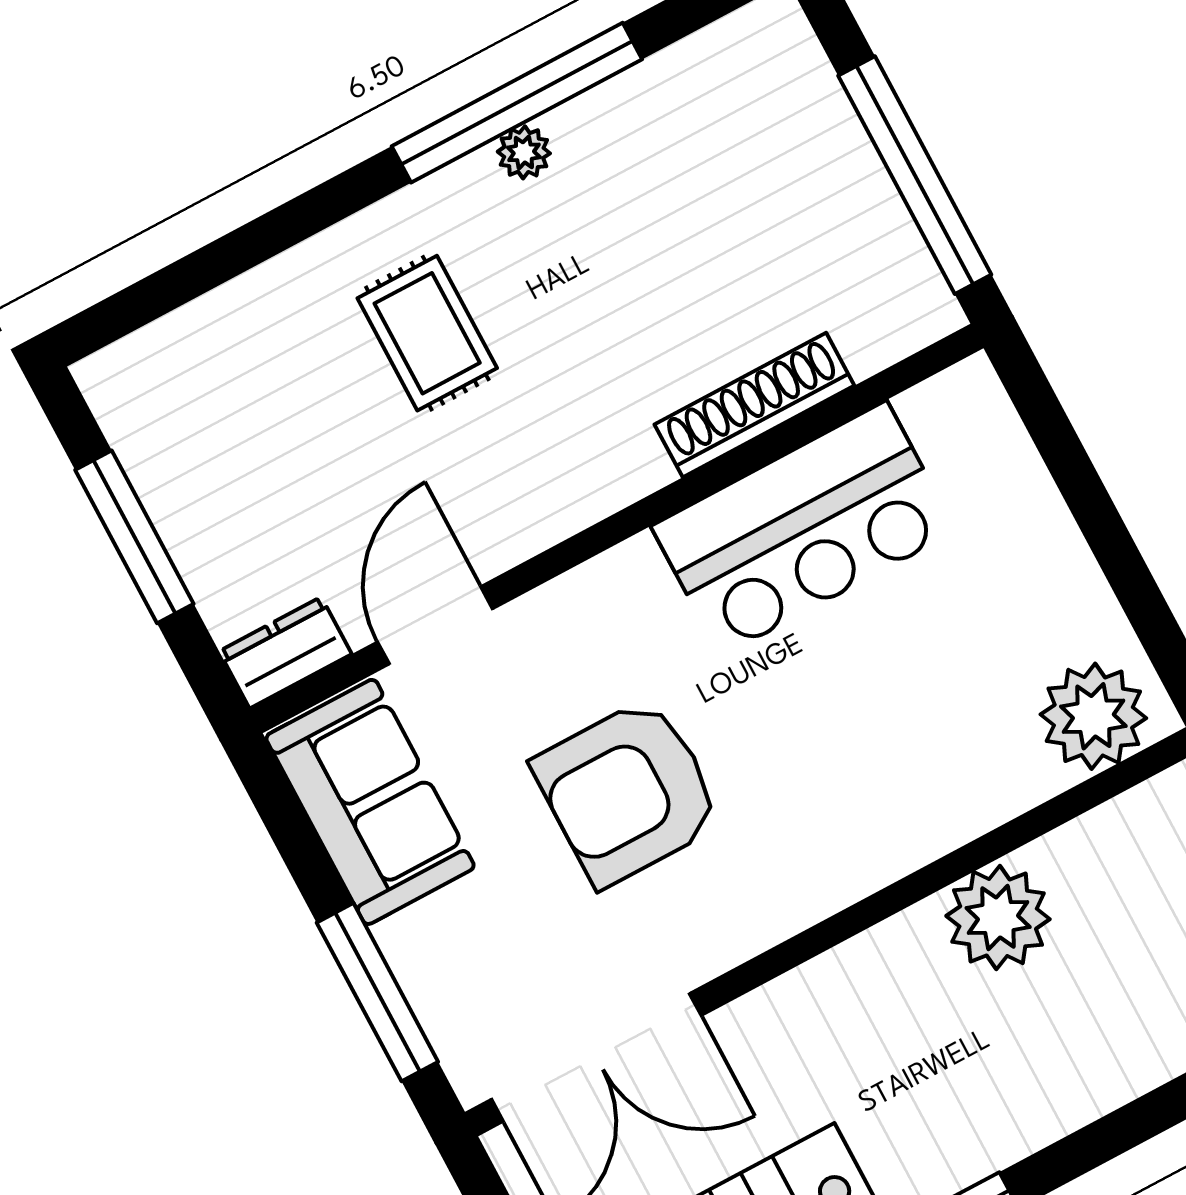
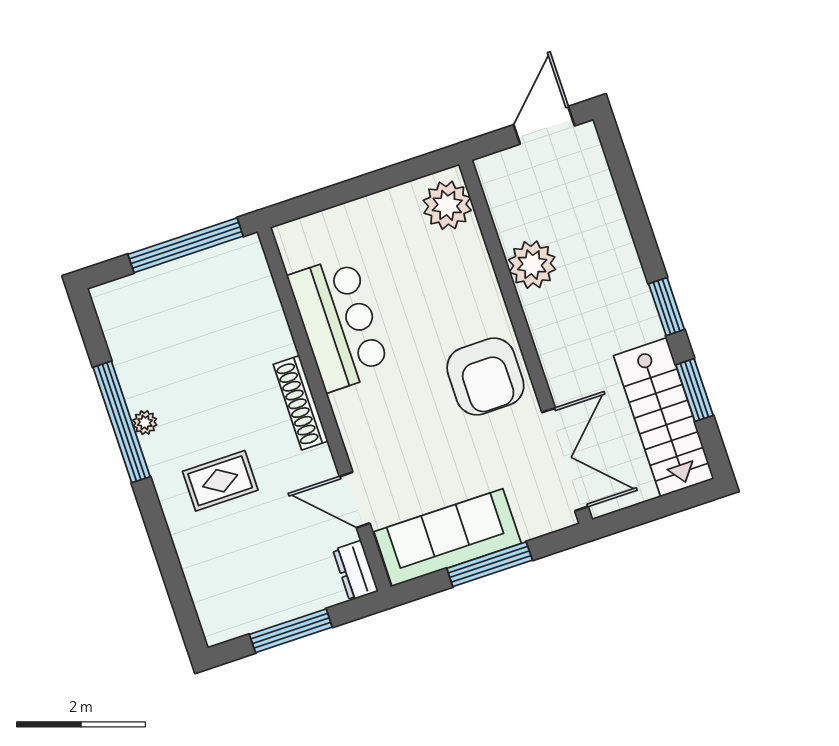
shoe rack: (754, 405) -> (301, 403), moved
armchair: (628, 792) -> (485, 376), moved
sofa: (370, 802) -> (448, 538), width x1.36
window: (377, 992) -> (490, 564), moved

